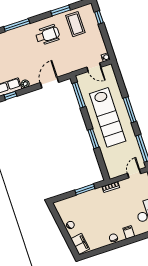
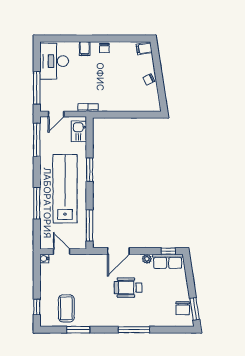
wheelchair: (48, 35) -> (128, 288), moved
window: (130, 110) -> (37, 203), moved
kitchen sink: (112, 166) -> (79, 131), added
window: (85, 189) -> (119, 115), removed
filing cabinet: (80, 244) -> (144, 48), width x0.50

